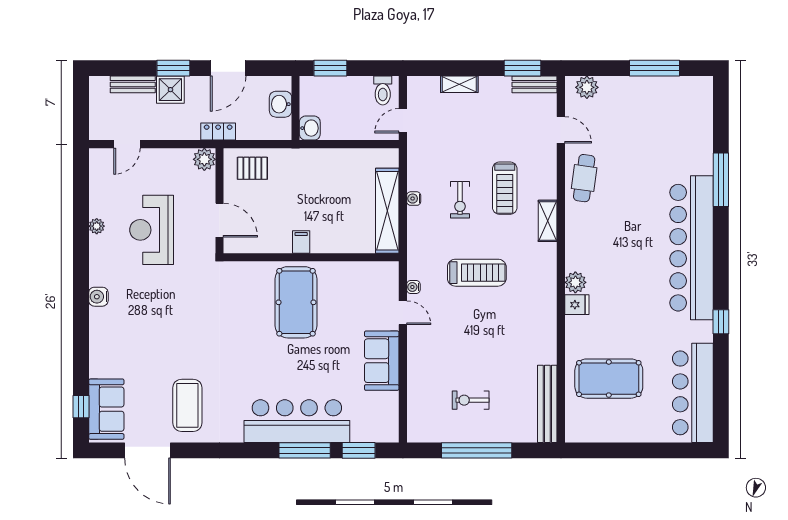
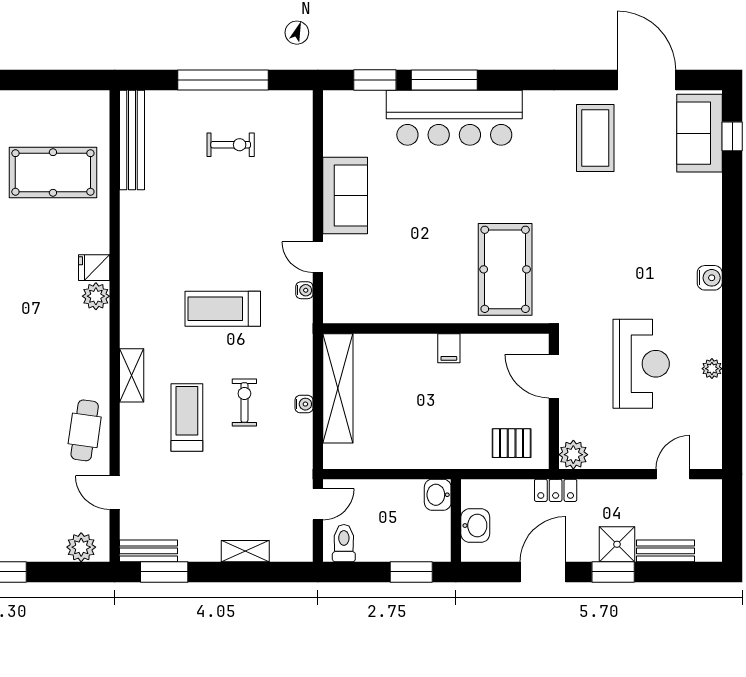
pool table: (296, 302) -> (505, 269), moved

